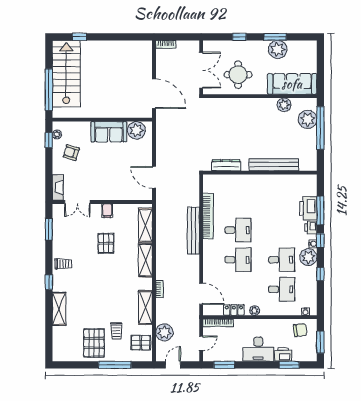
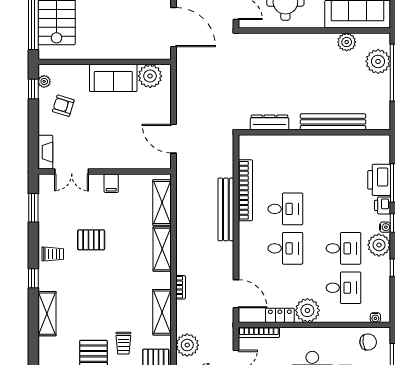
pallet: (106, 243) -> (91, 240), moved, turned 90
plant: (255, 311) -> (307, 310), width x1.88, depth x1.88

